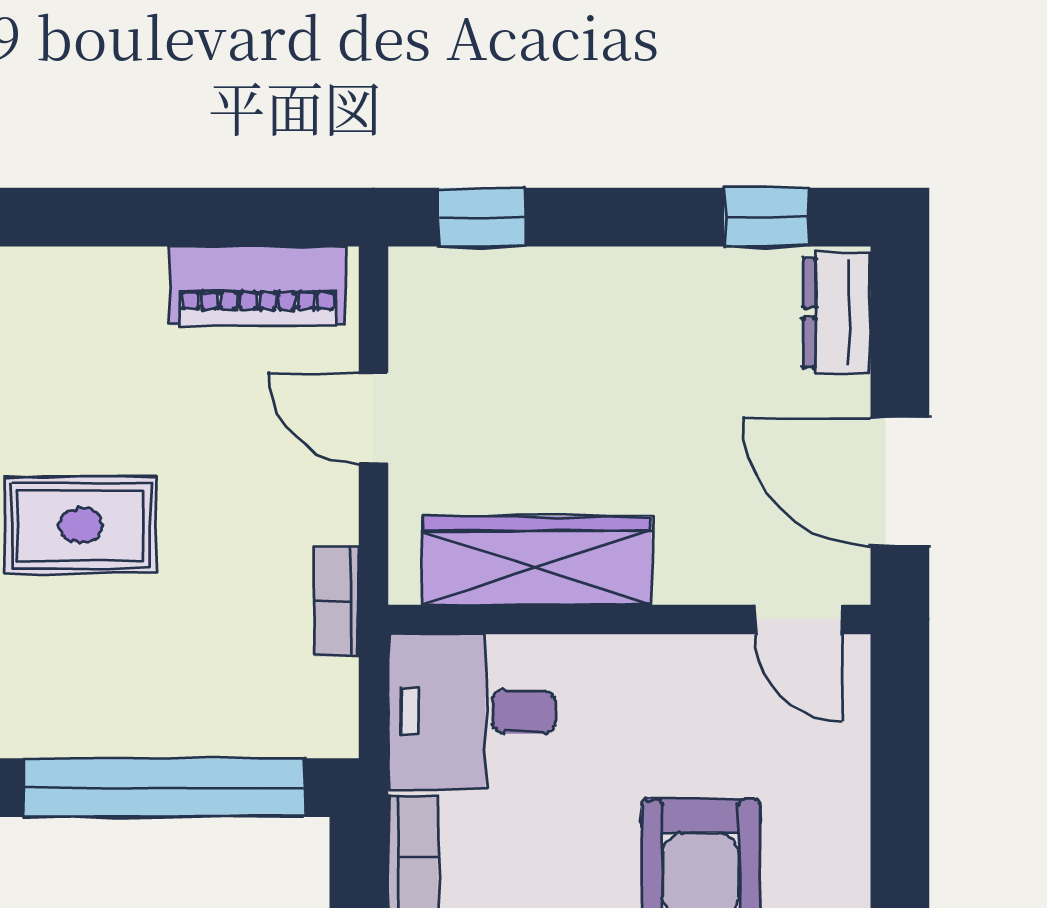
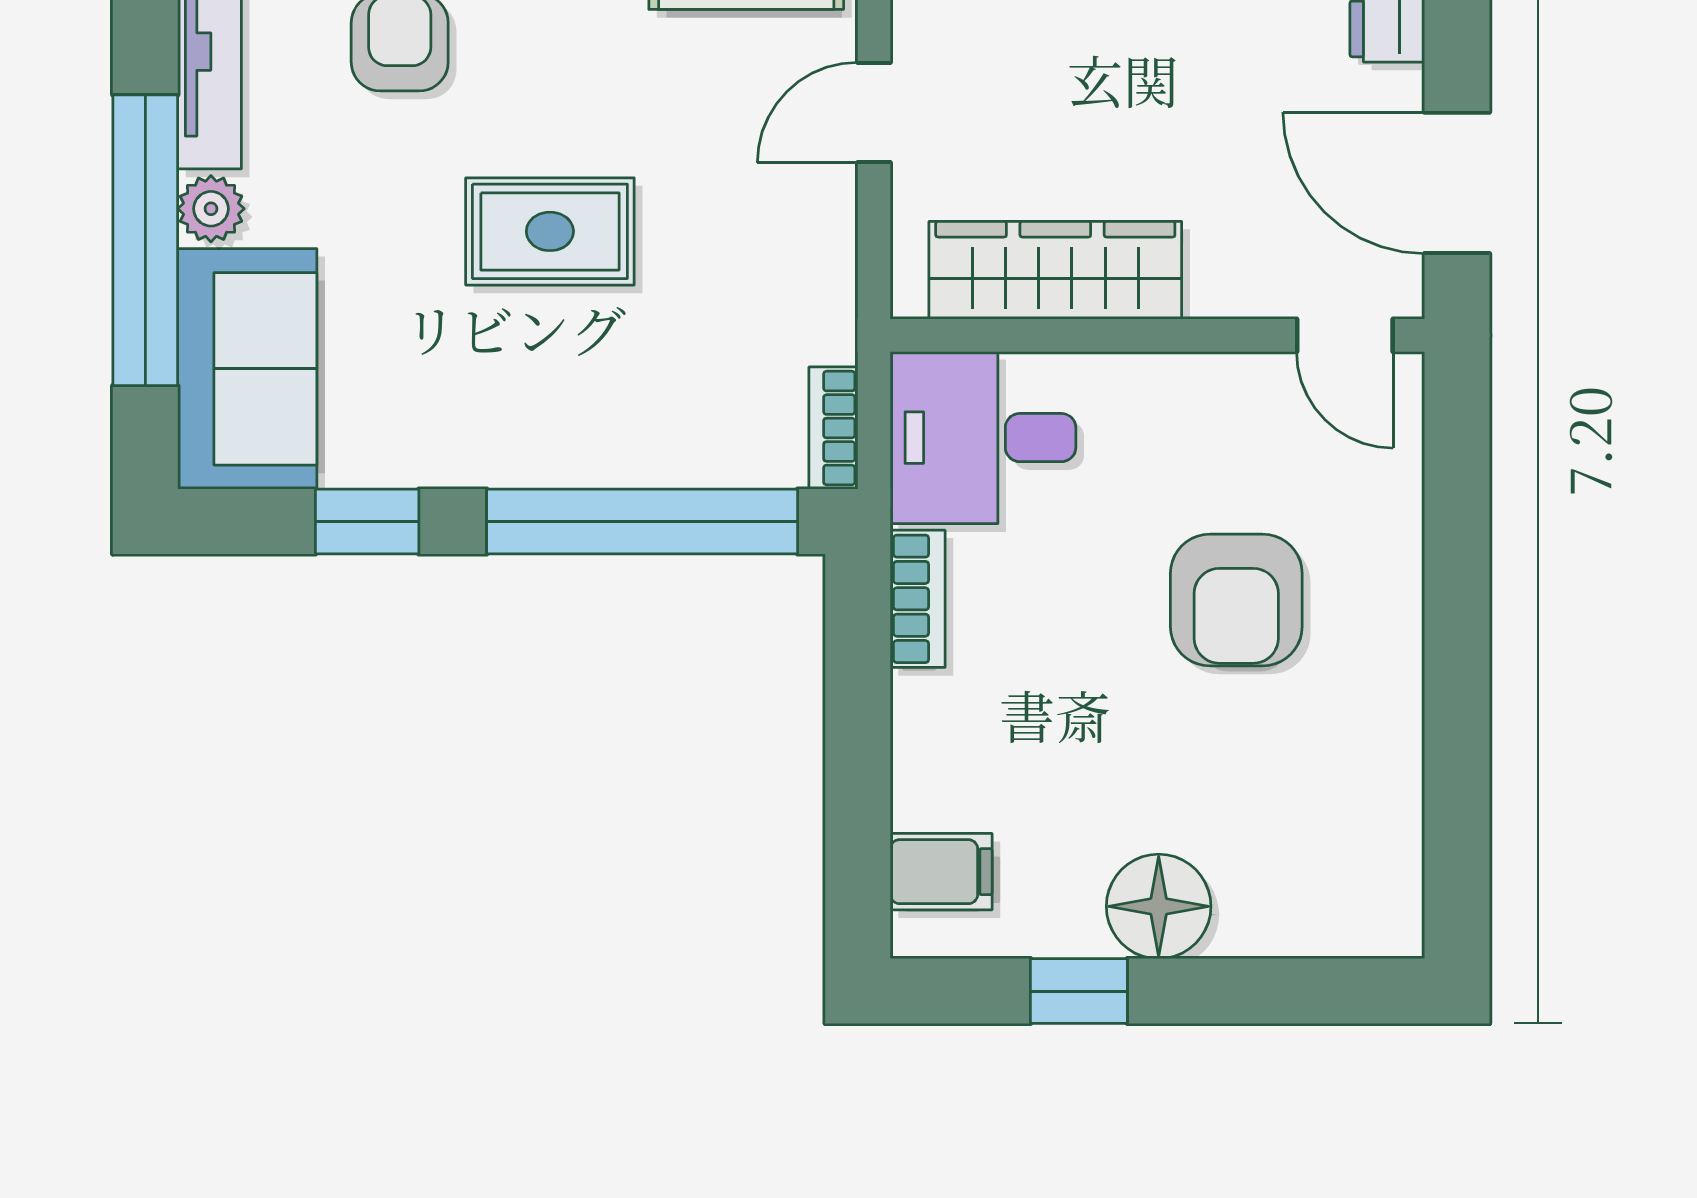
door: (373, 418) -> (874, 112), hinge flipped
bookcase: (337, 601) -> (833, 428), moved

